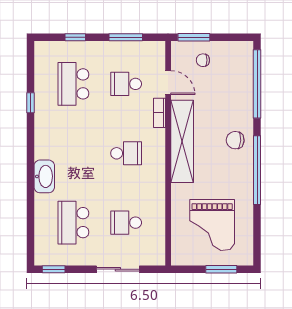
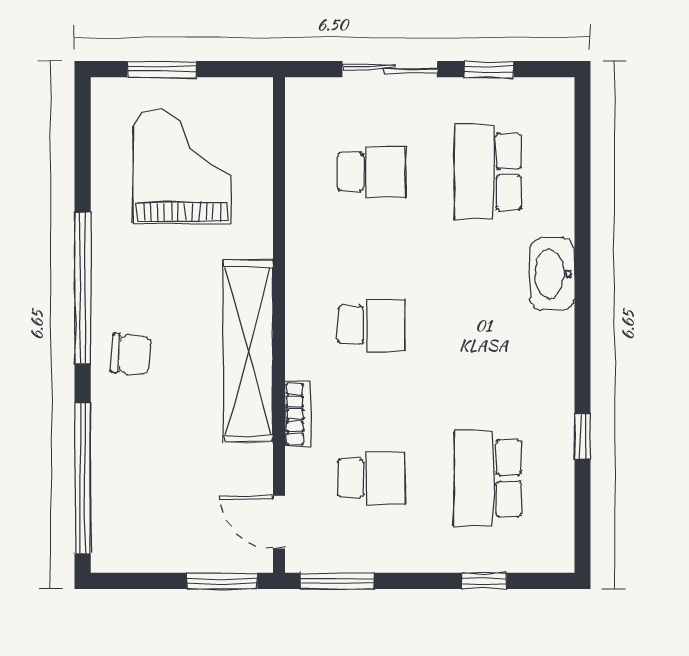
window: (126, 37) -> (337, 581), moved
chair: (203, 60) -> (202, 530), removed
door: (168, 83) -> (279, 522), moved
school desk: (73, 84) -> (488, 478), turned 180
school desk: (126, 153) -> (372, 325), turned 180
school desk: (73, 223) -> (488, 172), turned 180
window: (54, 269) -> (489, 69), moved

